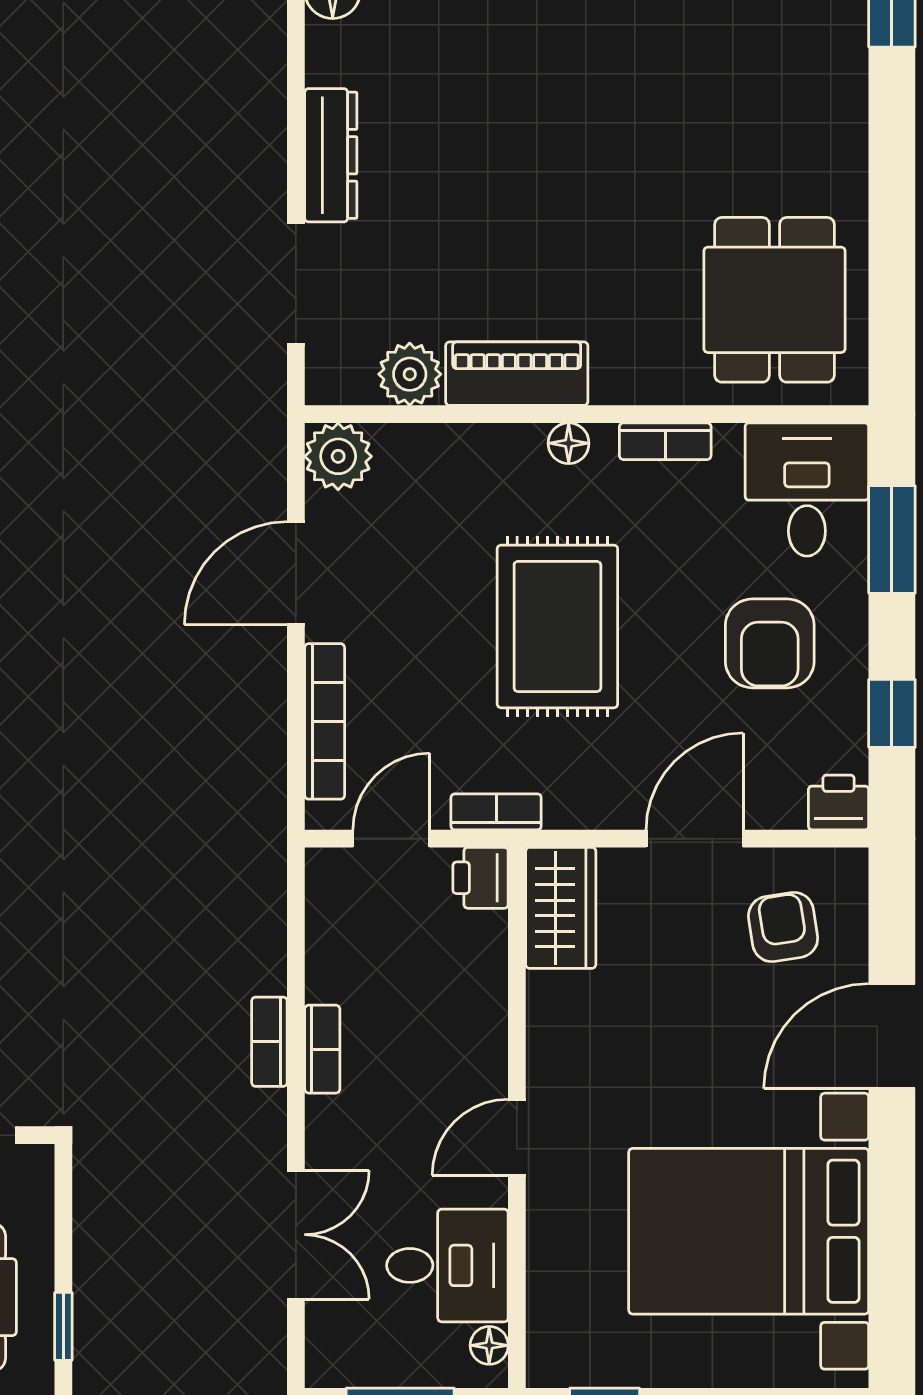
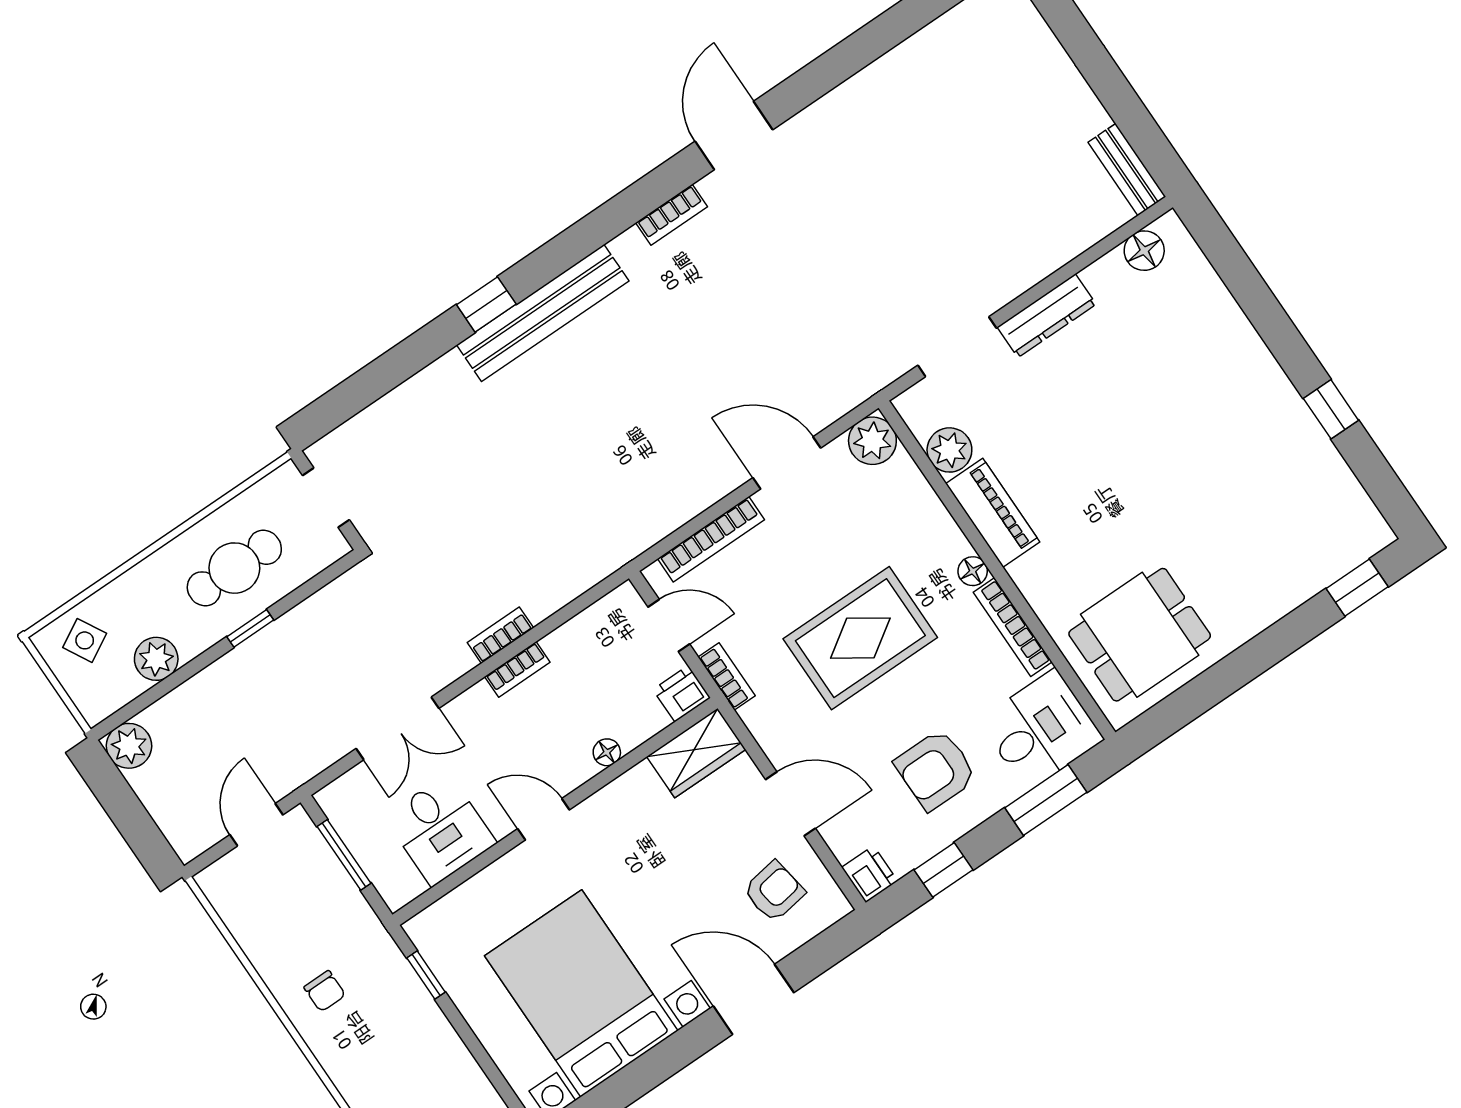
bookcase: (665, 441) -> (1013, 627), width x1.56
floor lamp: (489, 1345) -> (607, 752), moved

